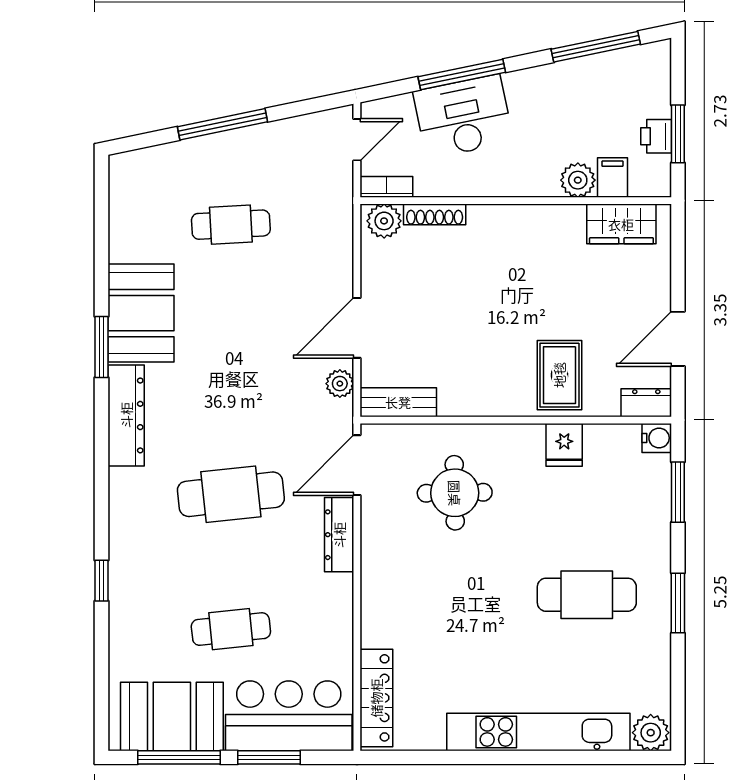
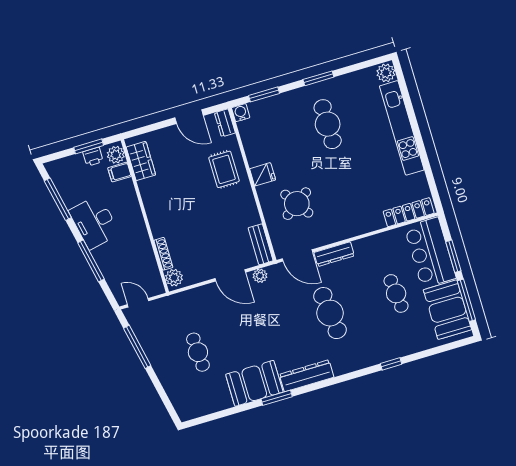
desk: (463, 117) -> (94, 222), moved
window: (223, 124) -> (137, 347), moved
plant: (578, 180) -> (116, 155), moved
bookcase: (386, 187) -> (157, 281), removed
rug: (559, 375) -> (224, 169), turned 90
fridge: (564, 445) -> (263, 174), moved
round table: (455, 493) -> (297, 204), turned -34

